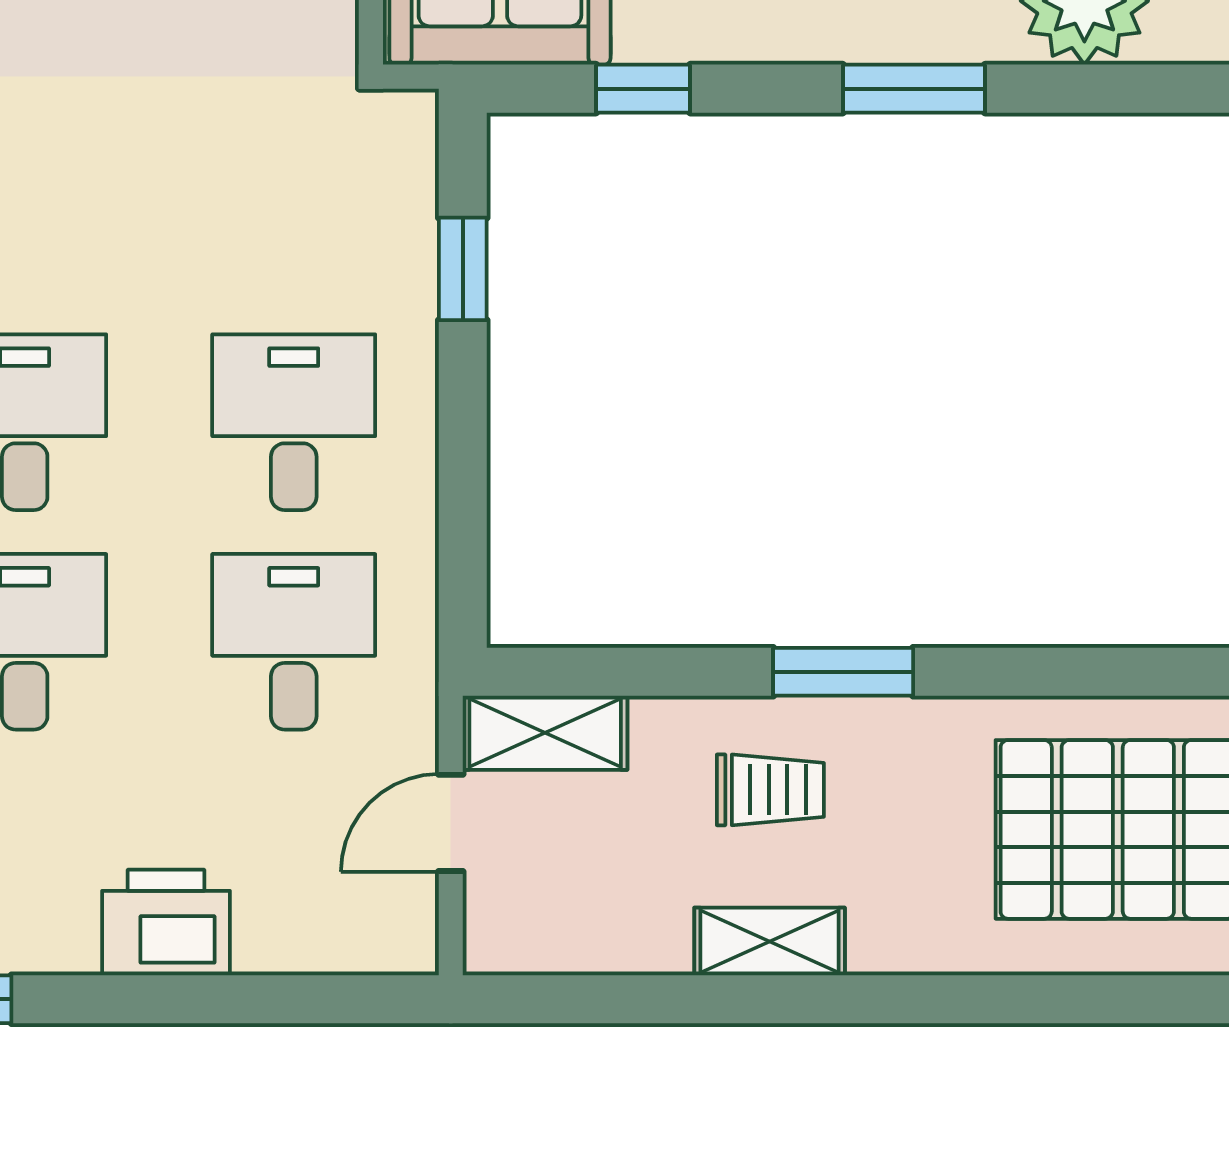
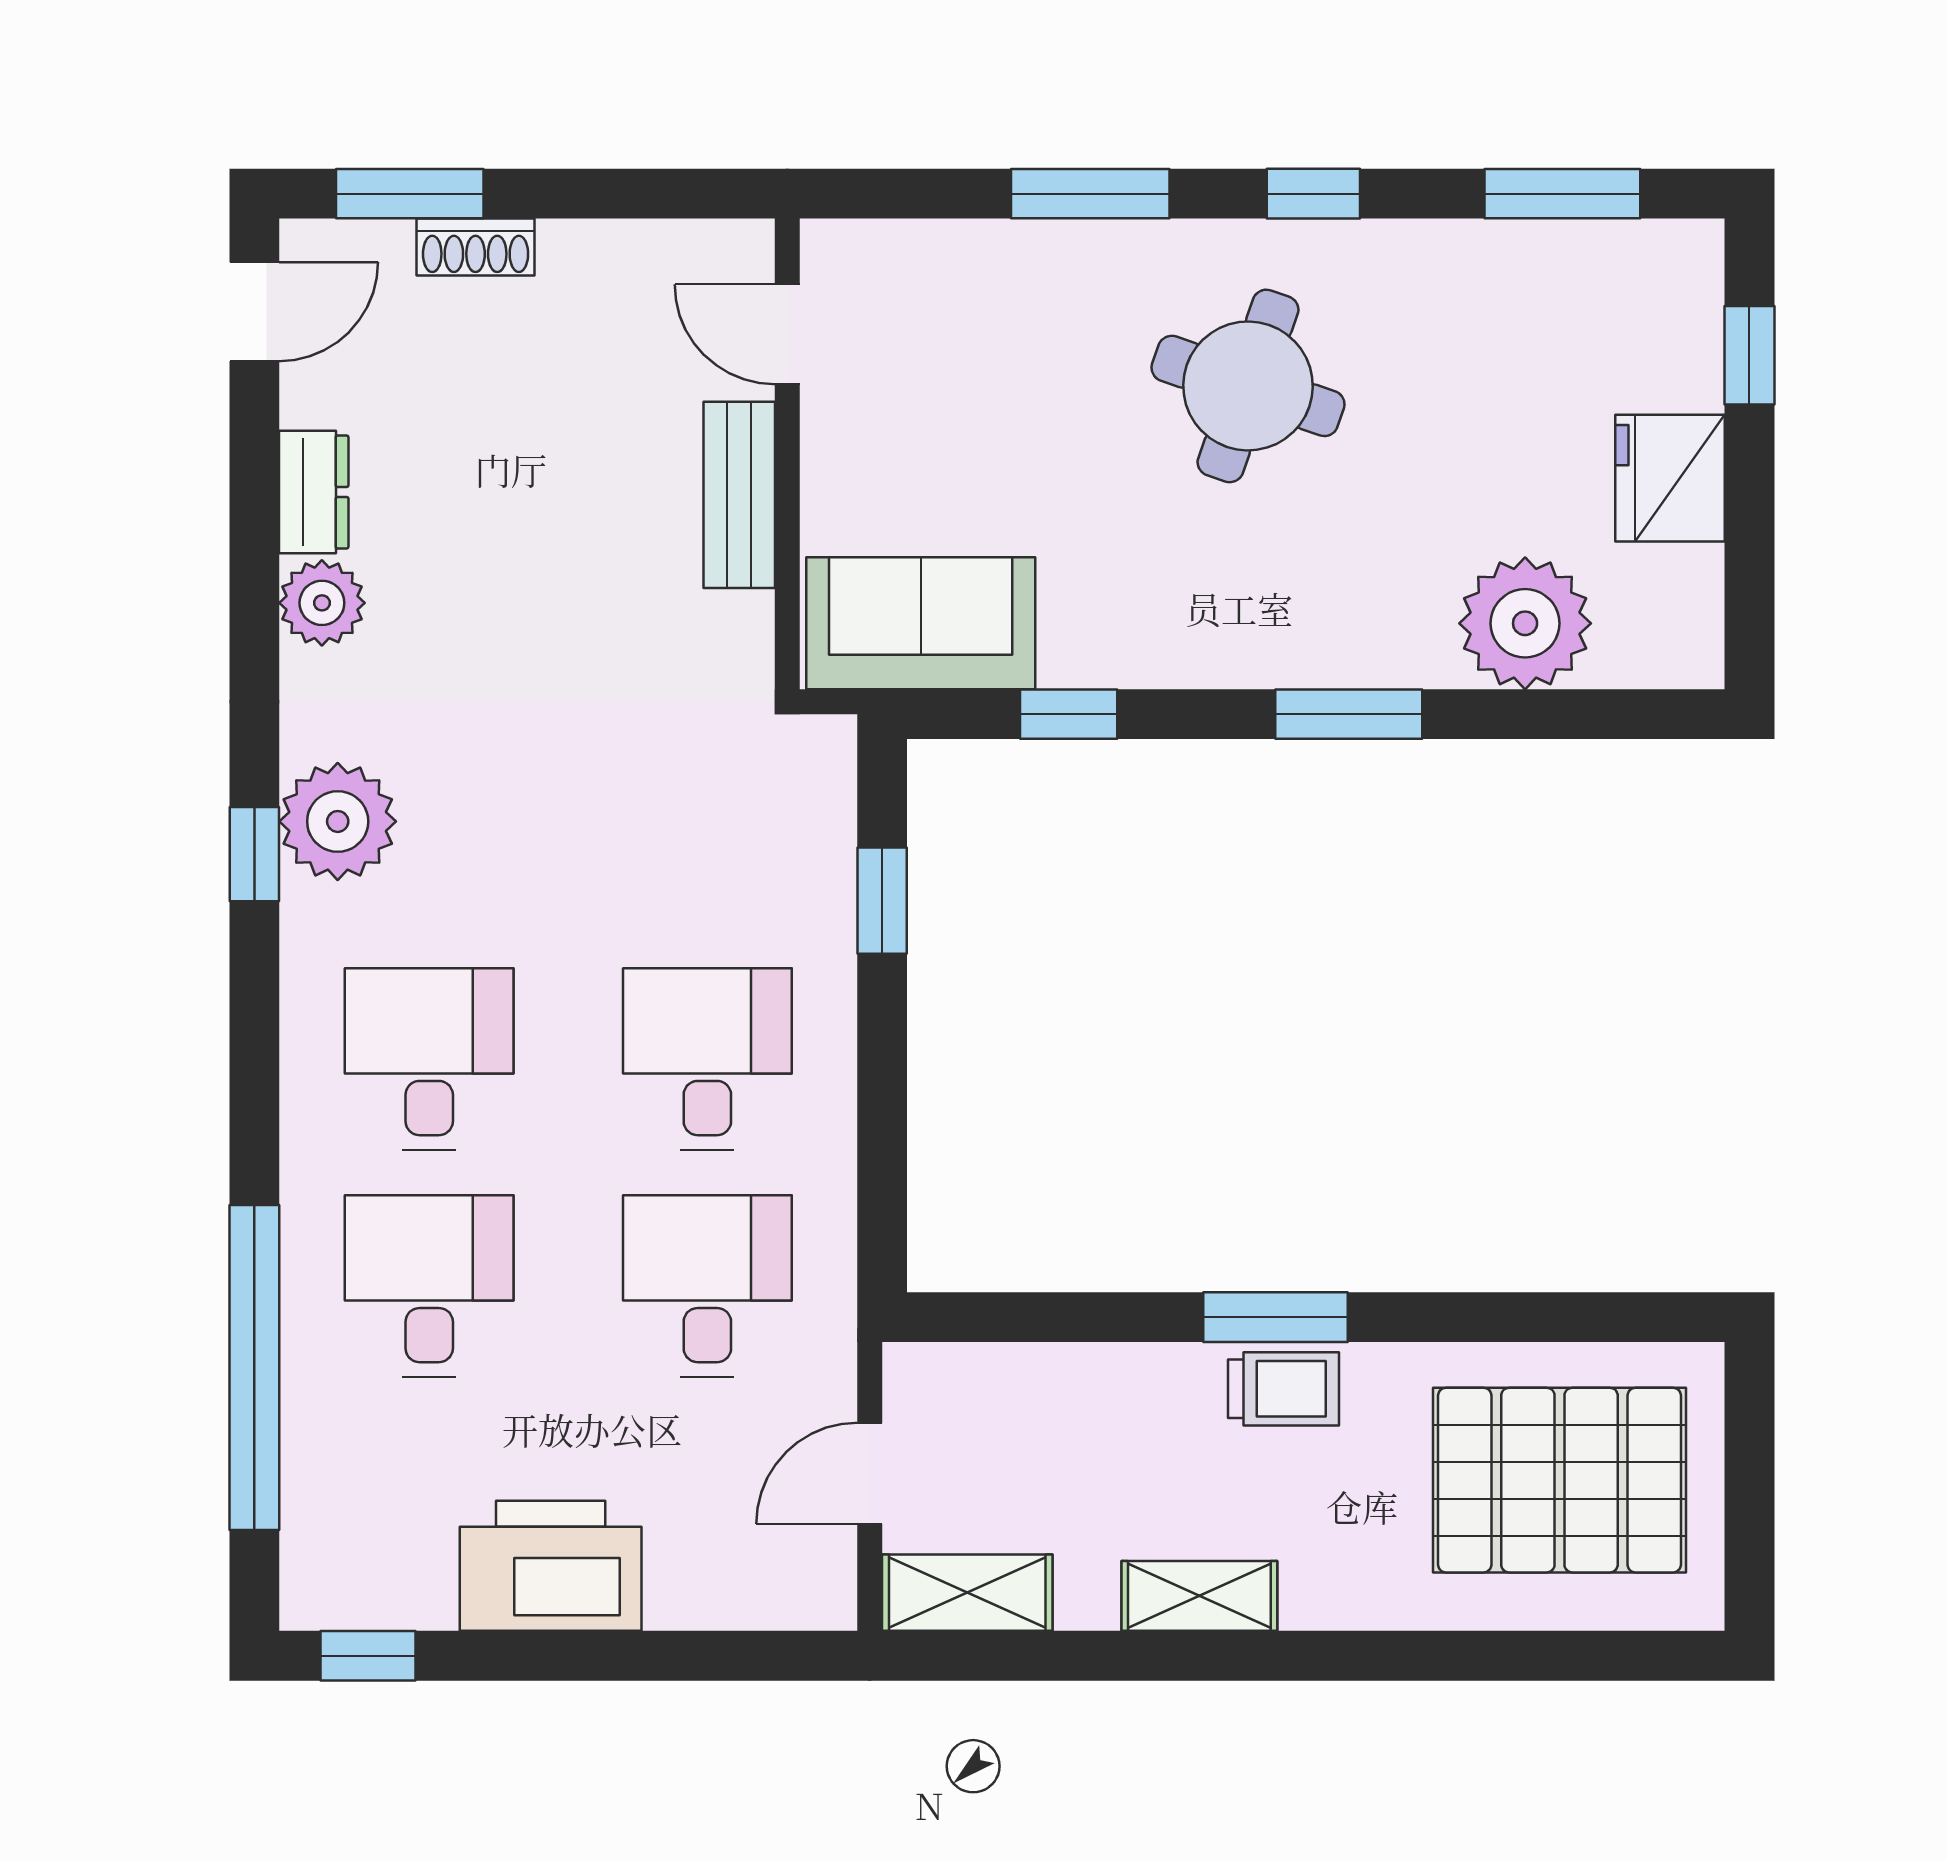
shelving: (545, 733) -> (967, 1593), moved
trolley: (770, 790) -> (1284, 1389), moved
printer: (166, 923) -> (551, 1566), width x1.37, depth x1.19

